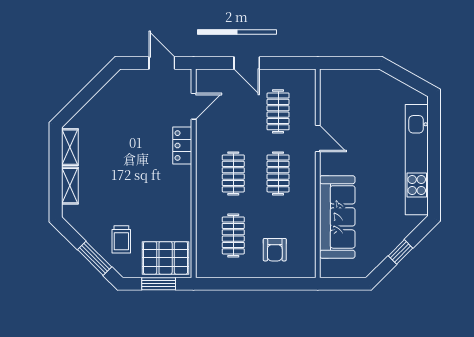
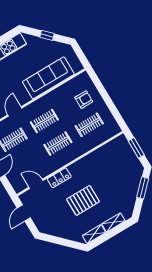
trolley: (121, 239) -> (125, 180), removed
pallet: (166, 258) -> (83, 200), moved, turned 90

